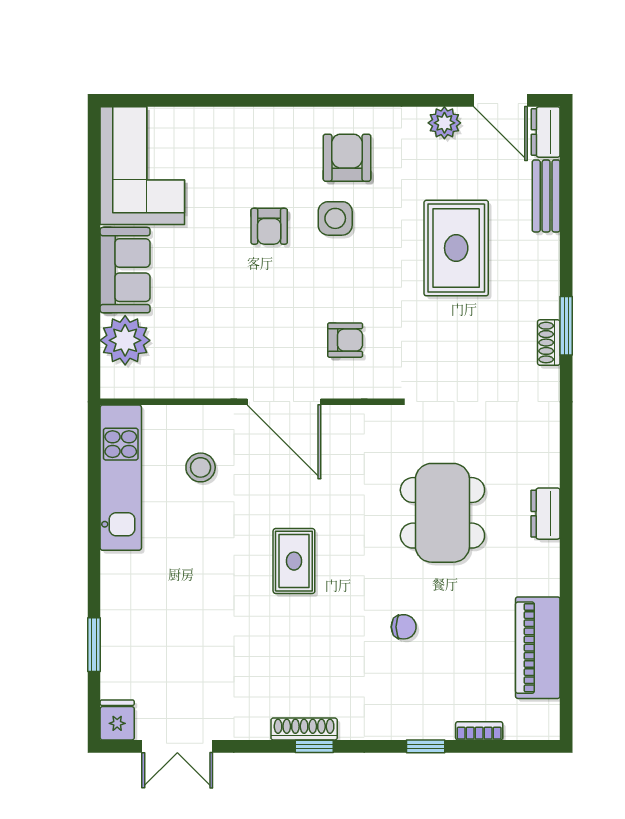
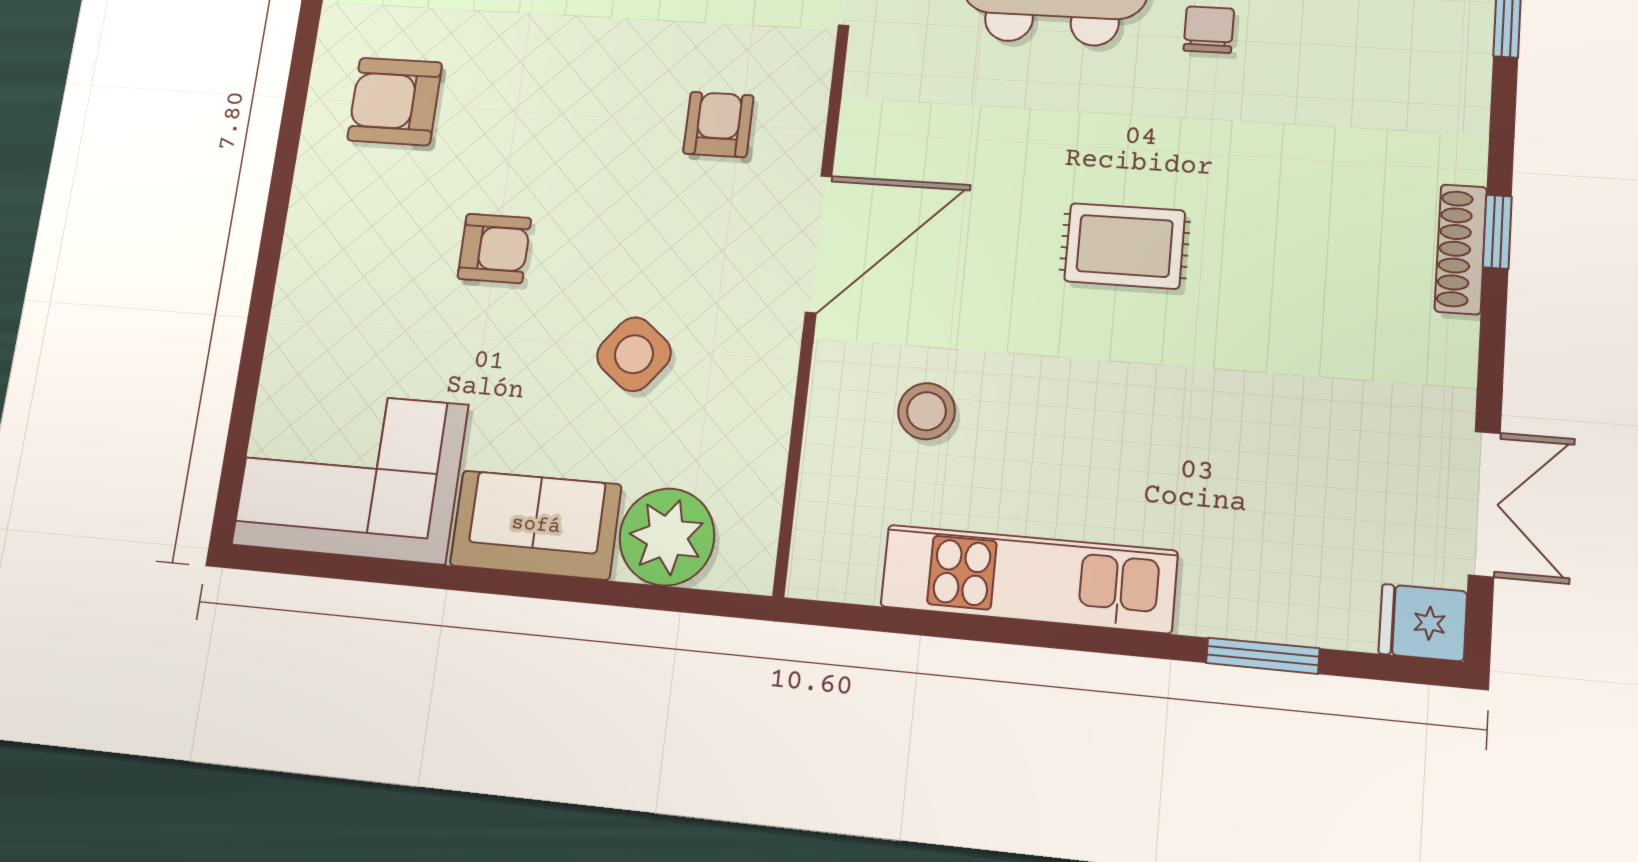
side table: (335, 218) -> (634, 354), moved, turned 38
kitchen unit: (121, 478) -> (1028, 579), moved
chair: (404, 627) -> (1209, 30), moved

